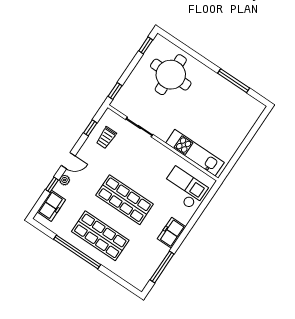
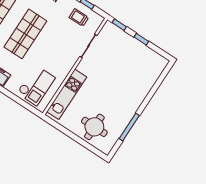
window: (146, 45) -> (141, 39), moved
round table: (171, 75) -> (94, 127), moved, width x0.73, depth x0.73

